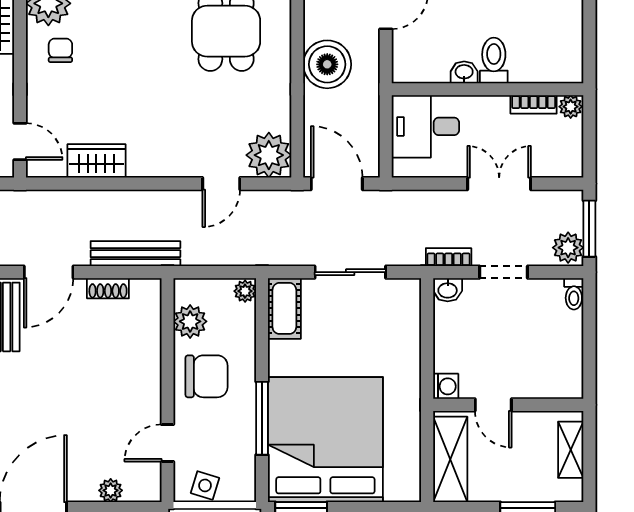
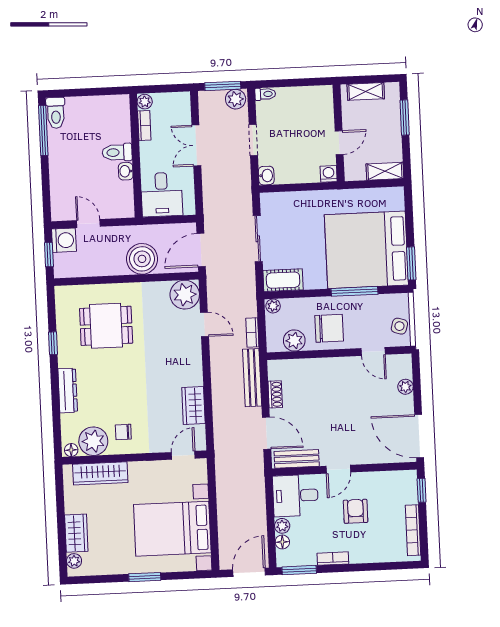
boiler: (327, 64) -> (142, 259), moved
bookcase: (449, 257) -> (252, 332), moved
chair: (207, 376) -> (329, 328), turned 90
shelving: (450, 459) -> (385, 171), width x0.67, depth x0.75

